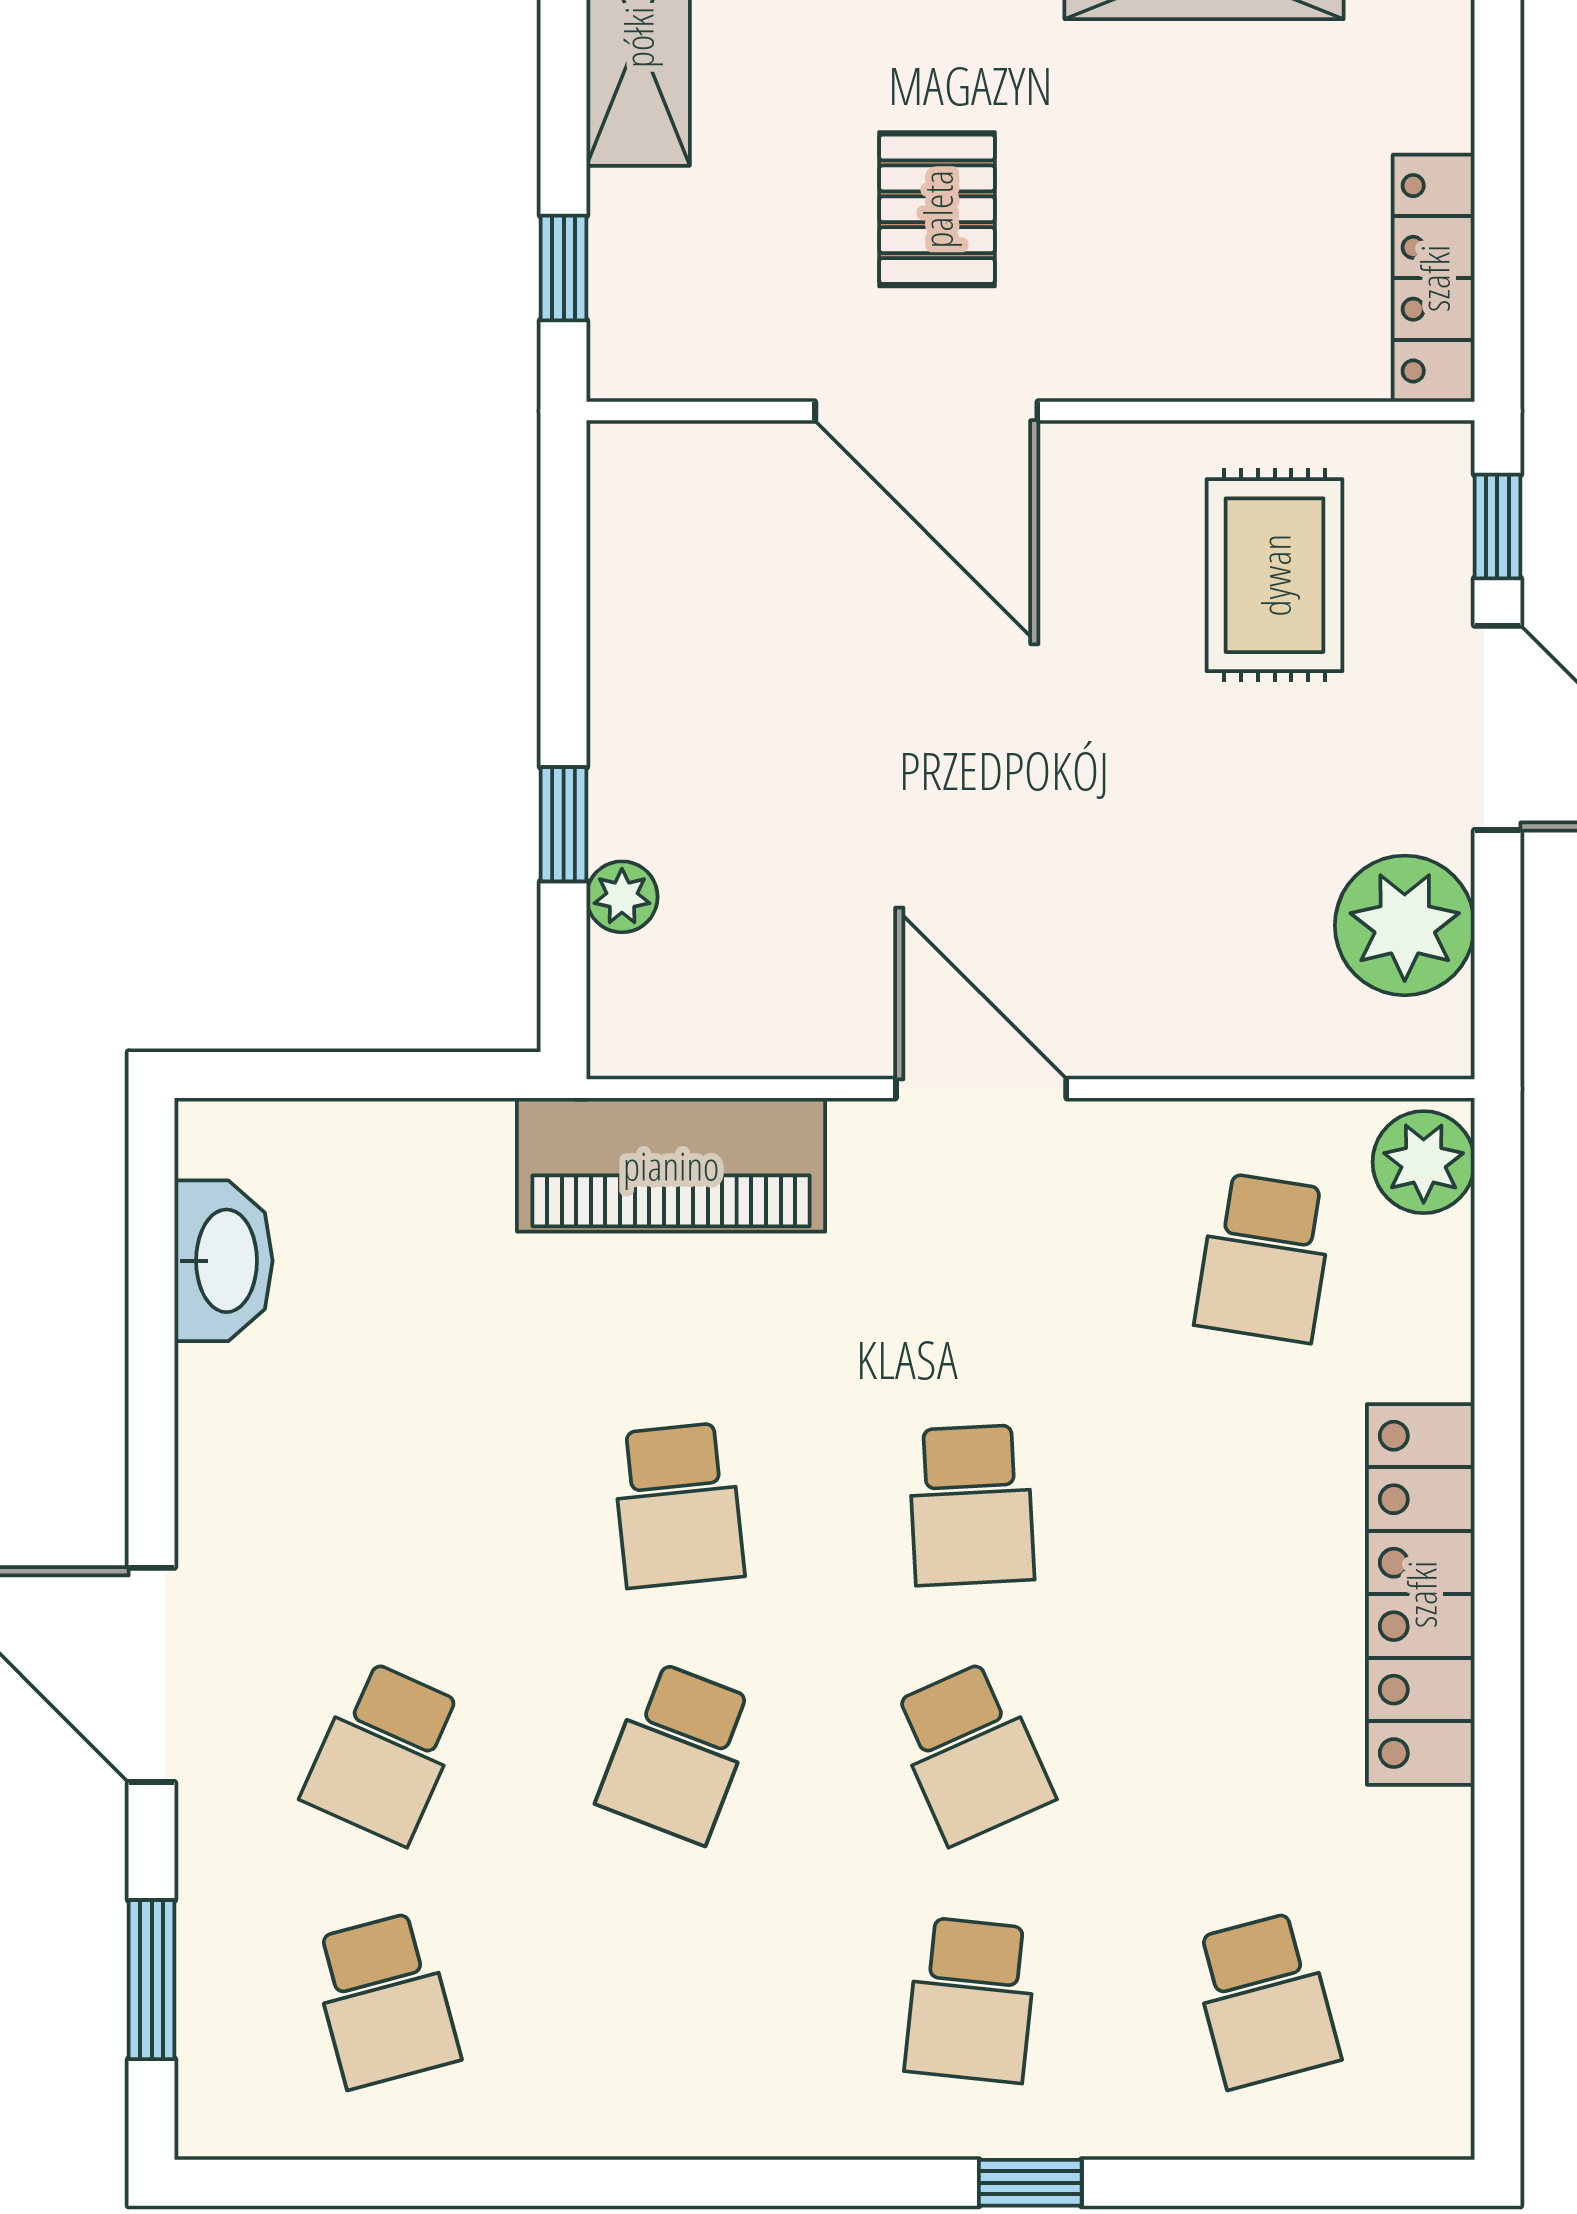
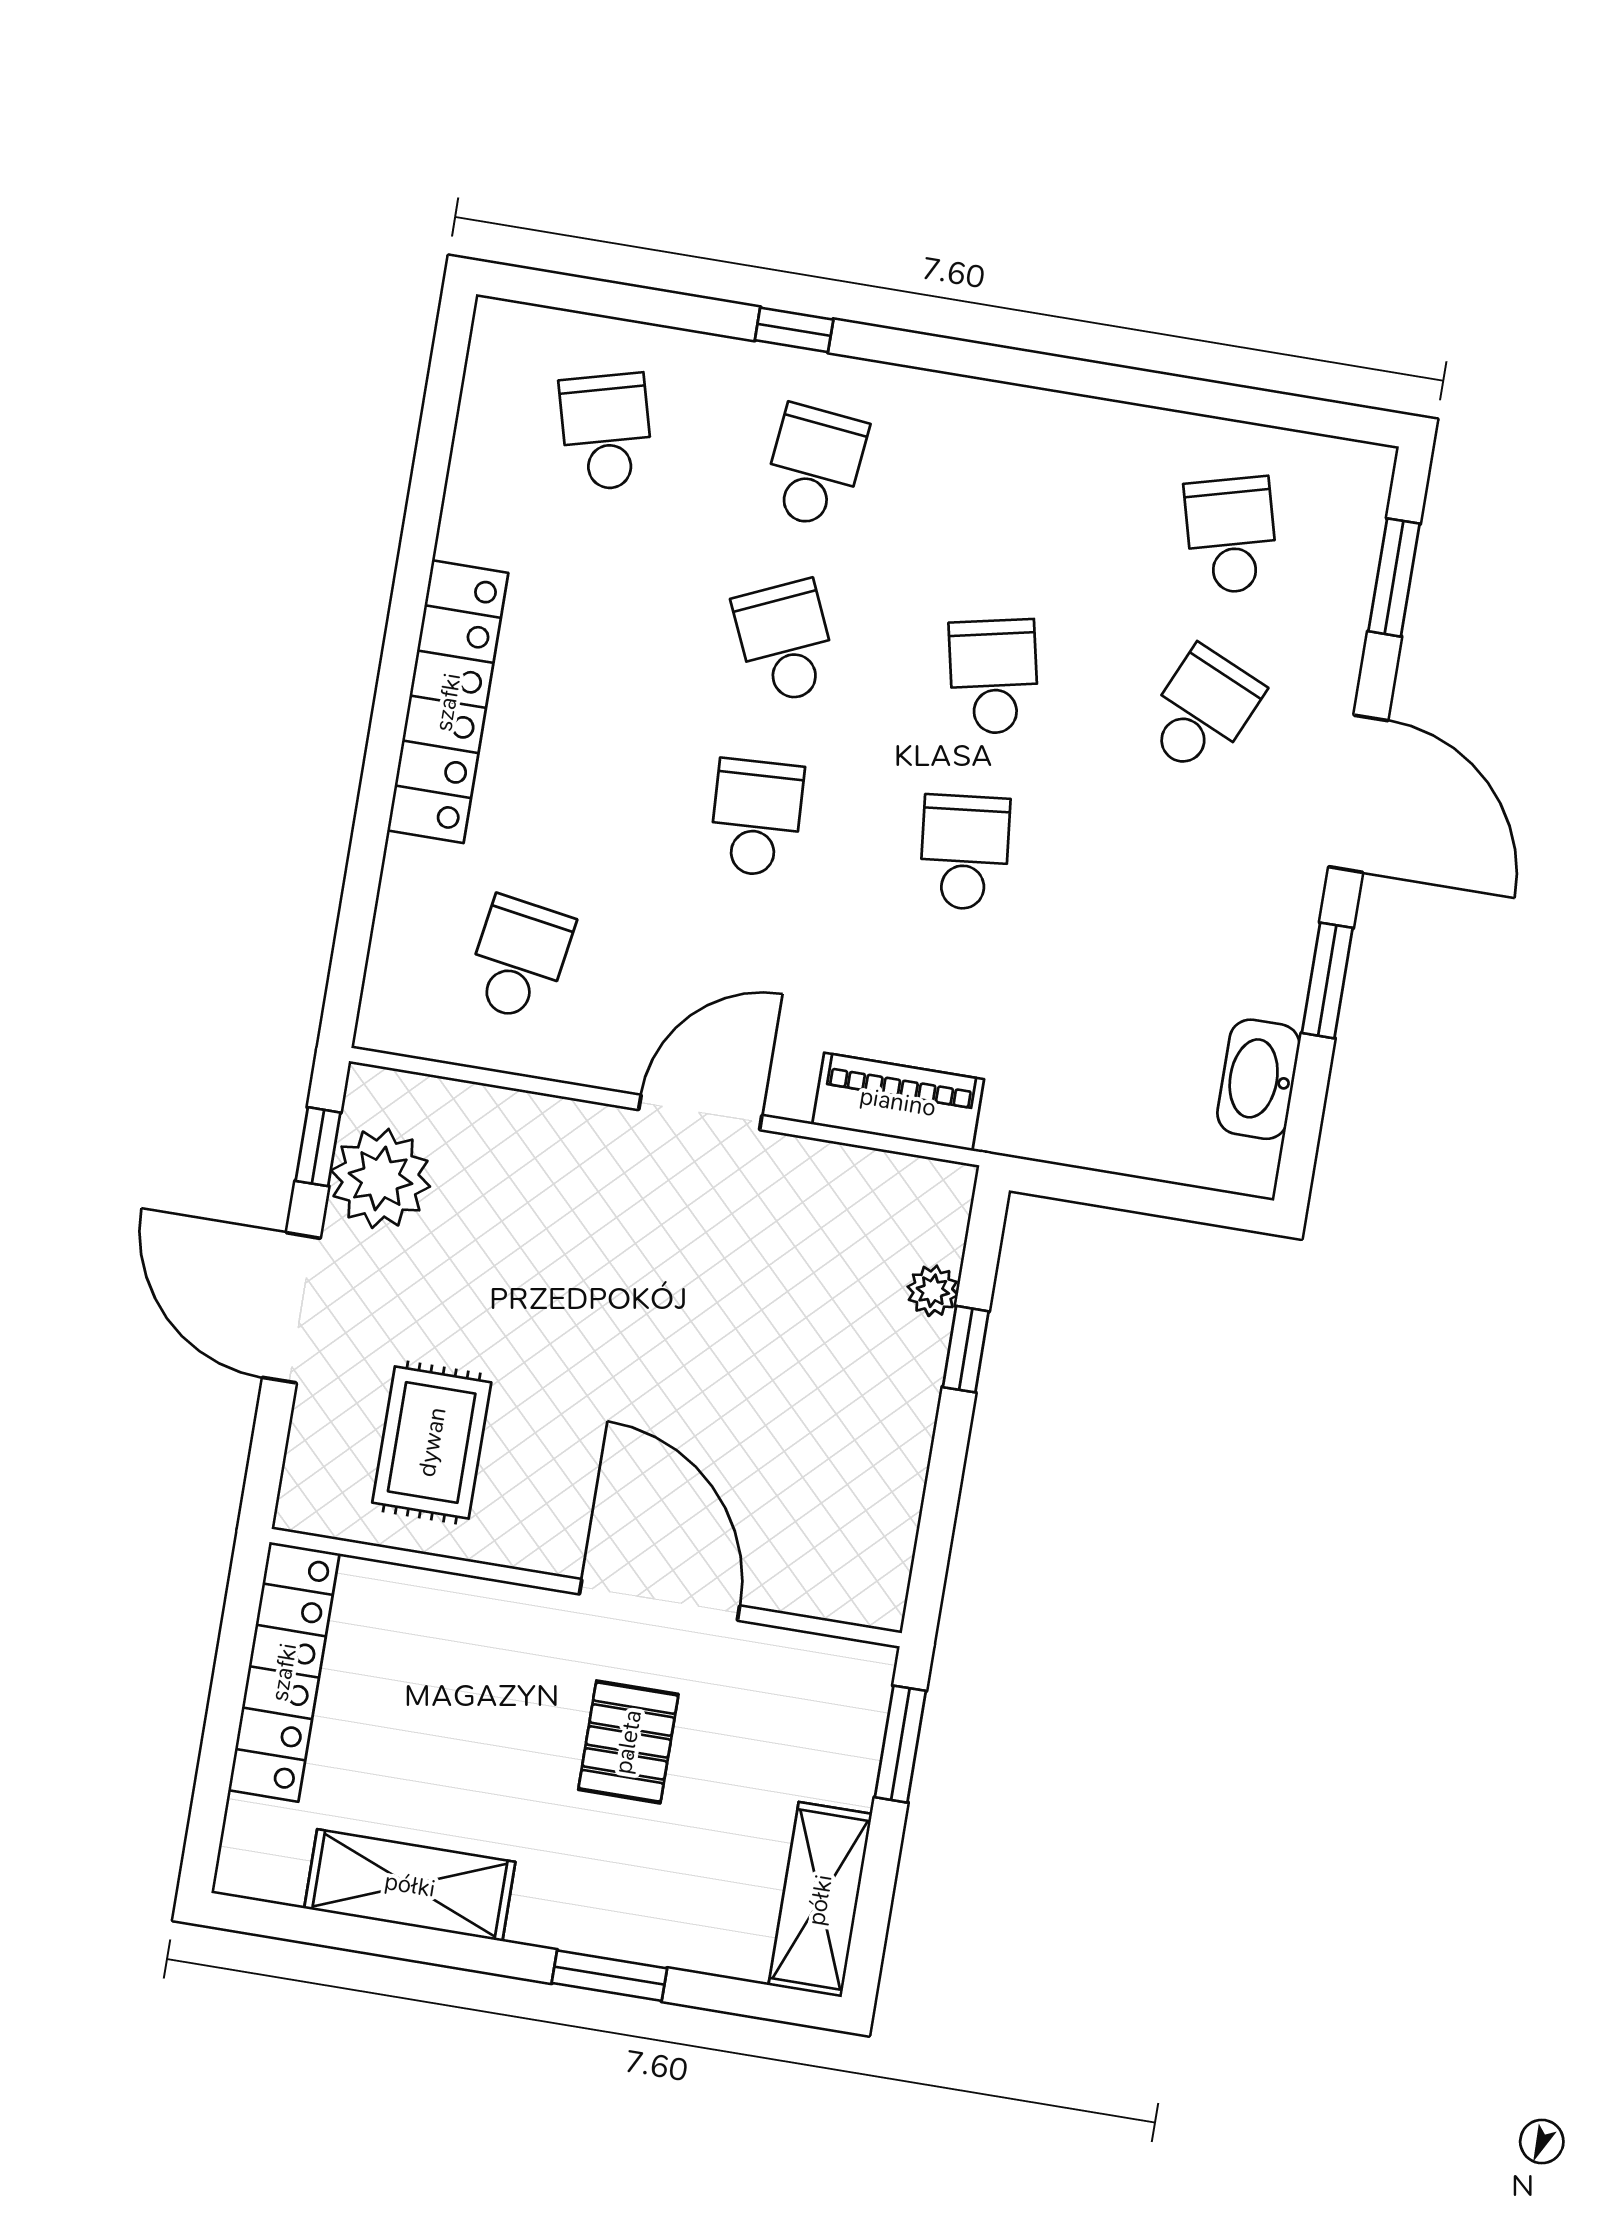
window: (564, 268) -> (900, 1744), width x1.50
locker: (1434, 278) -> (284, 1672), width x1.41, depth x1.21
window: (1497, 527) -> (318, 1147), moved
door: (981, 1089) -> (700, 1112), swing flipped
plant: (1424, 1162) -> (395, 1008), removed
piano: (671, 1165) -> (898, 1102), width x0.73, depth x0.75
window: (152, 1412) -> (1327, 980), added
school desk: (678, 1753) -> (994, 677), turned -33

